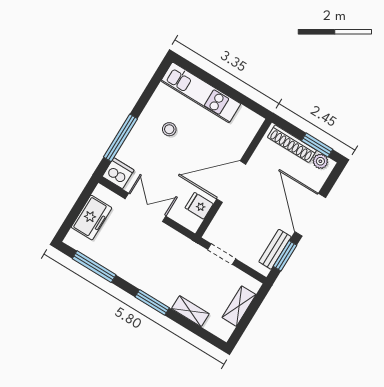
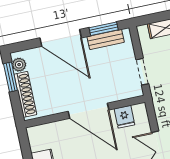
door: (310, 215) -> (61, 38), hinge flipped

